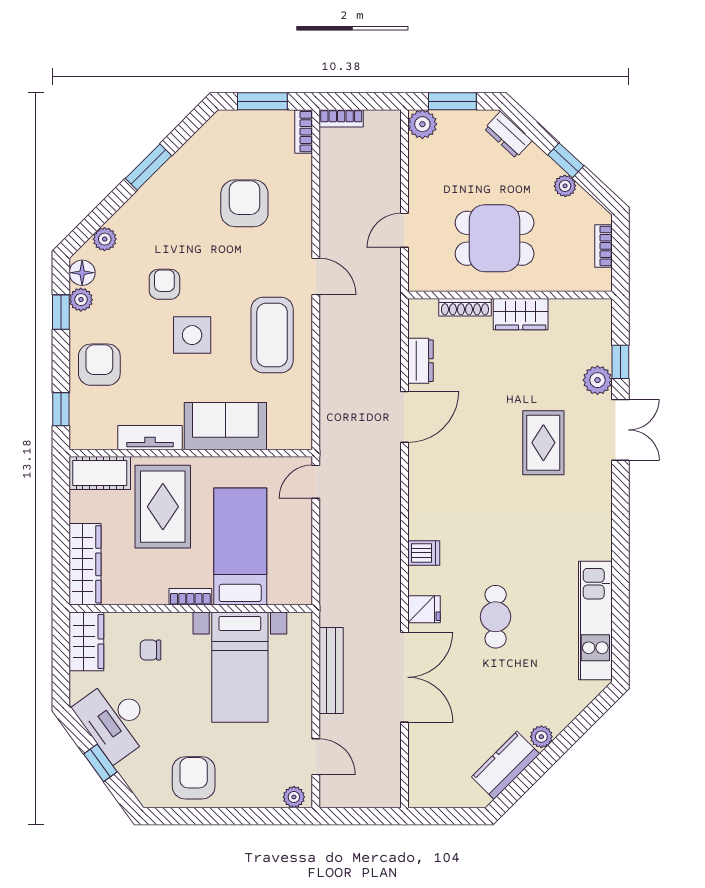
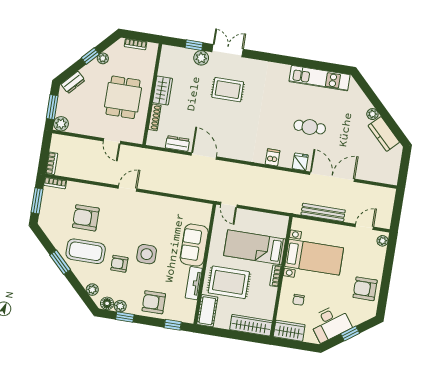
coffee table: (272, 335) -> (86, 251), moved

